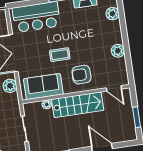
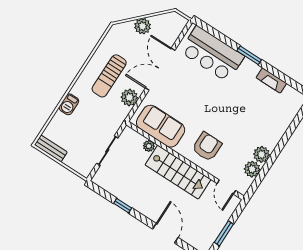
plant: (112, 14) -> (252, 169), moved
coffee table: (60, 55) -> (203, 110), removed
armchair: (81, 75) -> (207, 147), turned 91

